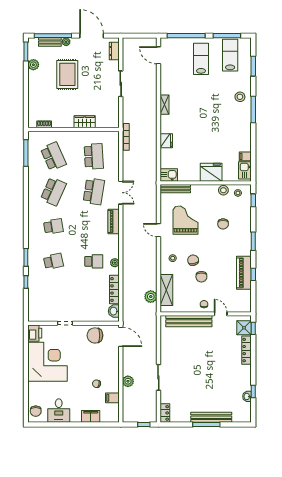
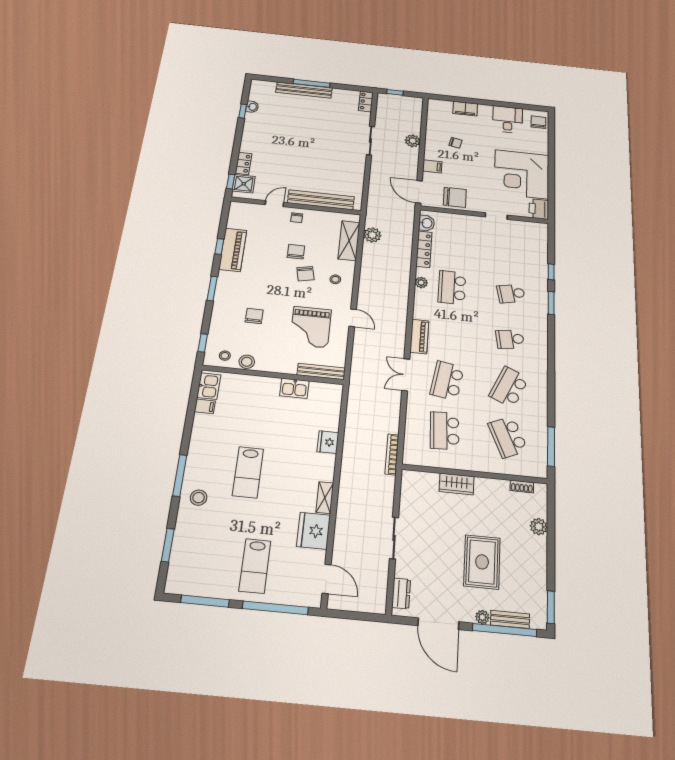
lab bench: (230, 55) -> (248, 472), moved
plant: (33, 65) -> (539, 527), moved
fridge: (211, 172) -> (314, 531), moved, turned 90
kitchen sink: (169, 175) -> (294, 388), moved
school desk: (94, 261) -> (452, 287), width x1.85
door: (221, 314) -> (274, 204), swing flipped
locker: (246, 350) -> (243, 163), width x0.66
filing cabinet: (112, 398) -> (432, 166), moved

